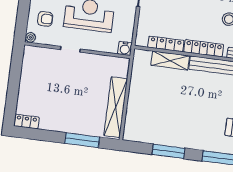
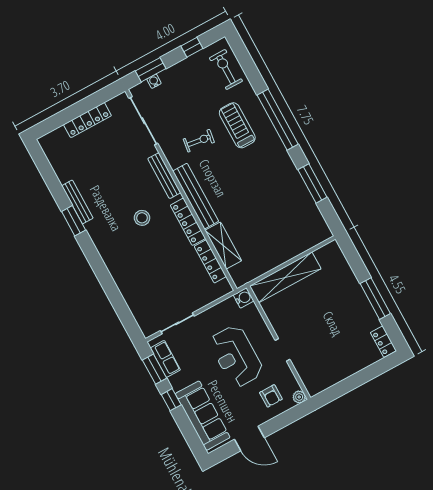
armchair: (45, 19) -> (271, 396), turned 180
shelving: (116, 107) -> (285, 277), moved
window: (82, 140) -> (375, 299), moved

